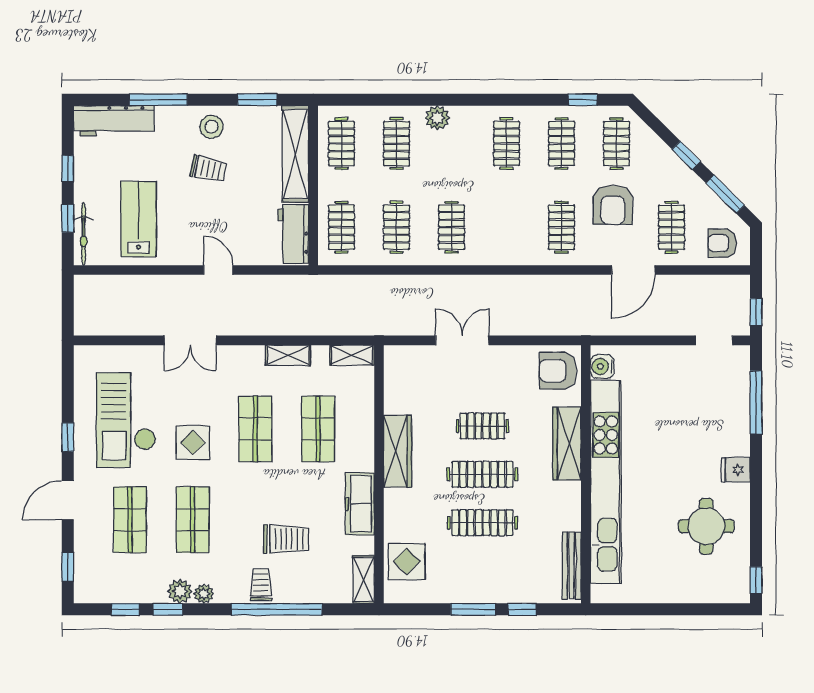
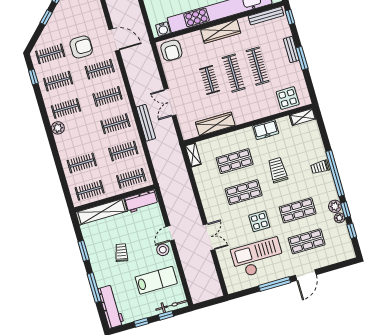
window: (257, 100) -> (84, 251), moved
plant: (437, 118) -> (58, 128), moved
stool: (211, 127) -> (163, 250), moved
lab bench: (138, 219) -> (156, 280), turned 180
clothes rail: (672, 227) -> (108, 96), moved
door: (633, 270) -> (114, 40), moved
bench: (437, 284) -> (146, 123), added
shelving: (288, 355) -> (202, 186), removed
checkout: (126, 420) -> (258, 258), turned 180
window: (68, 437) -> (275, 284), width x2.17
wardrobe: (567, 444) -> (221, 31), moved
wardrobe: (398, 451) -> (215, 124), moved
door: (68, 500) -> (306, 275), hinge flipped
freezer: (360, 504) -> (266, 130), width x0.71
trolley: (286, 539) -> (278, 170), moved
window: (68, 567) -> (339, 266), removed
plant: (204, 594) -> (340, 218), moved
bench: (495, 594) -> (291, 50), added
window: (277, 609) -> (335, 173), moved
window: (522, 609) -> (290, 17), moved

